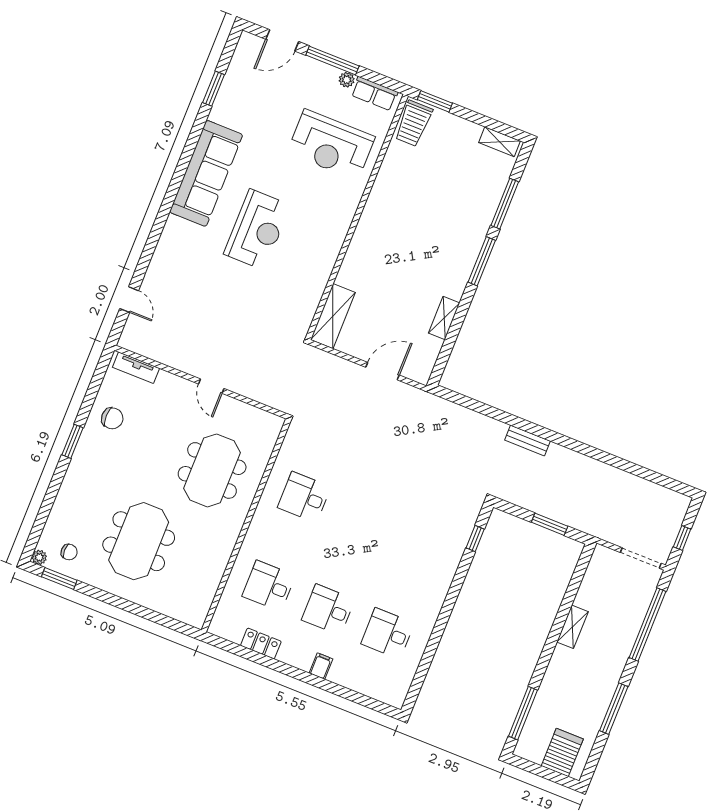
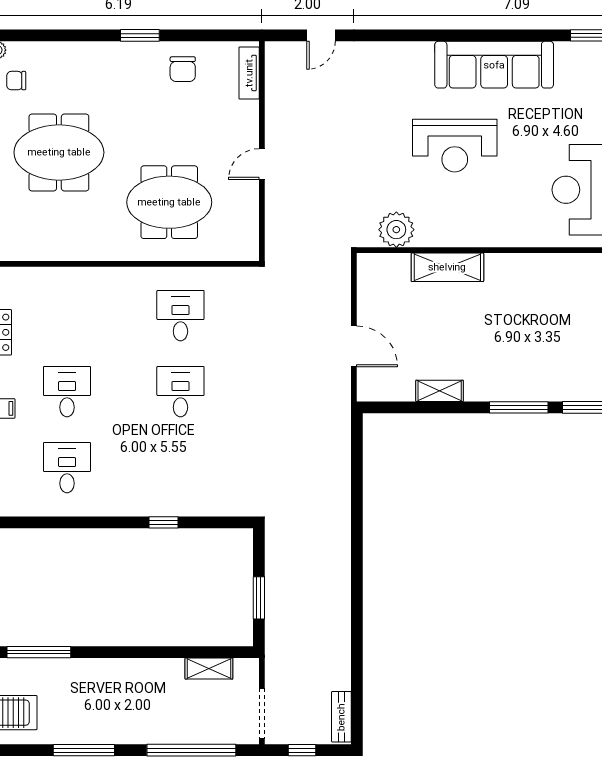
plant: (305, 301) -> (396, 230), added
shelving: (333, 316) -> (447, 267), moved
bench: (528, 440) -> (341, 717), moved
window: (475, 538) -> (164, 522), moved
chair: (69, 552) -> (16, 81), turned 90
desk: (269, 586) -> (180, 392), moved
shelving: (572, 627) -> (209, 669), moved

